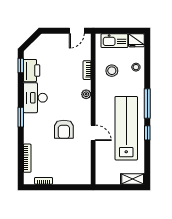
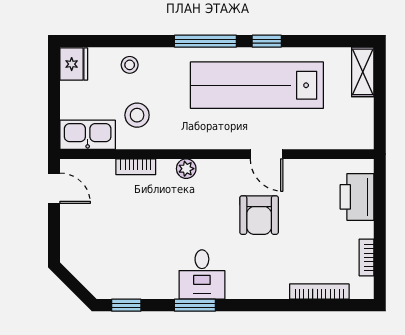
kitchen sink: (114, 41) -> (88, 135), moved, turned -90
printer: (32, 71) -> (357, 197), moved, turned -90
desk: (35, 98) -> (202, 274), width x0.73
window: (21, 117) -> (195, 305), moved
armchair: (64, 129) -> (259, 215), turned 90
door: (93, 133) -> (267, 154), swing flipped

